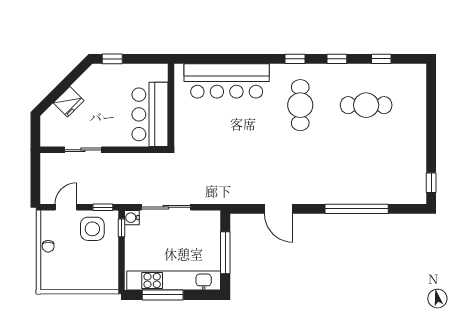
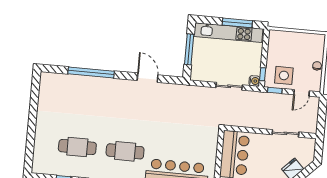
cafe table: (300, 105) -> (125, 151), turned 90
window: (431, 183) -> (35, 86), removed
sliding door: (166, 207) -> (229, 86), width x0.73

